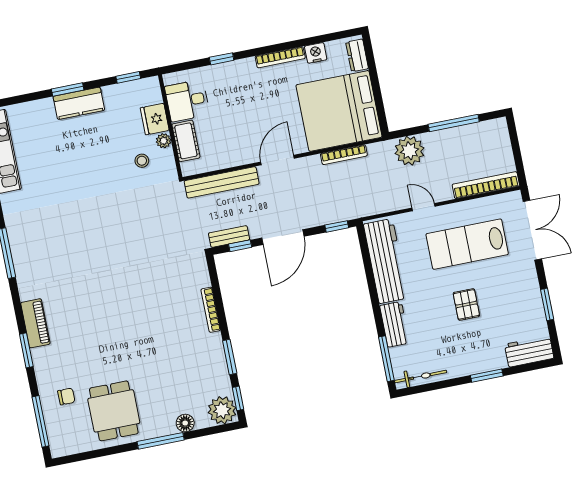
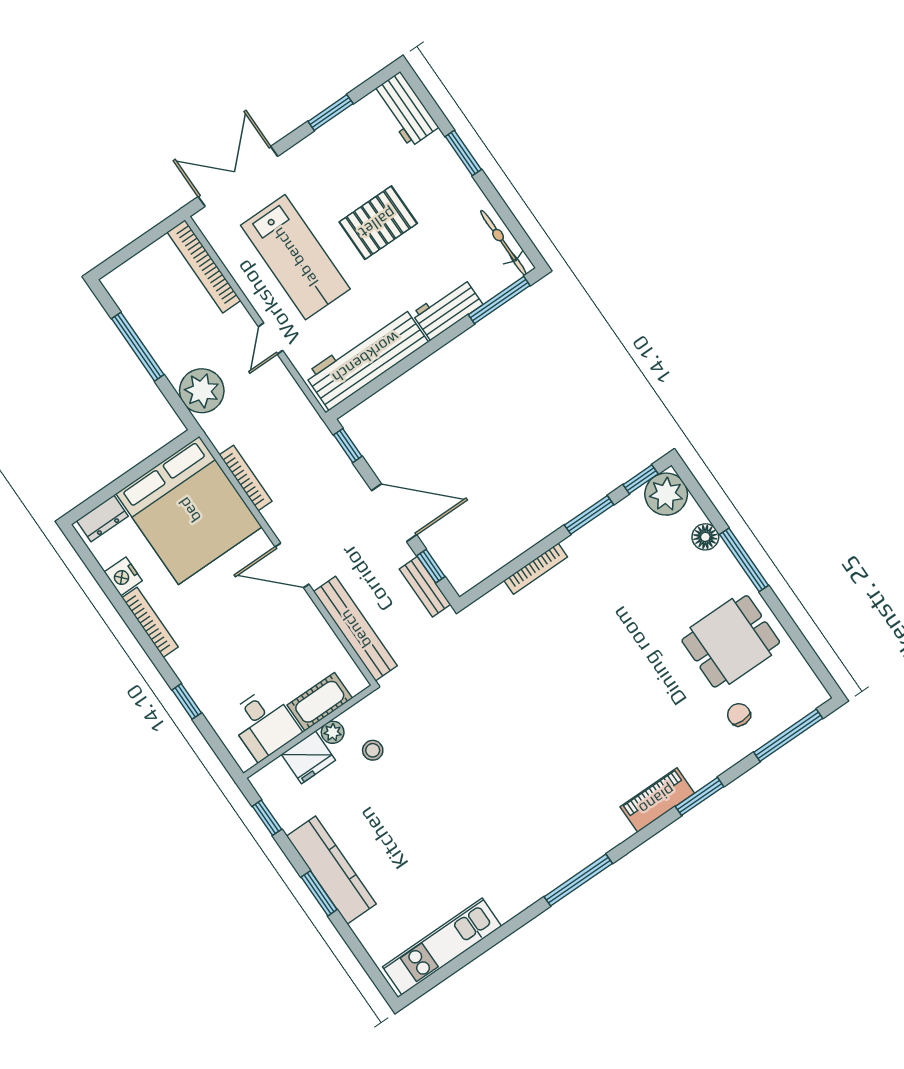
kitchen counter: (79, 103) -> (331, 870), width x1.50
pallet: (466, 304) -> (378, 223), width x1.50, depth x1.42

